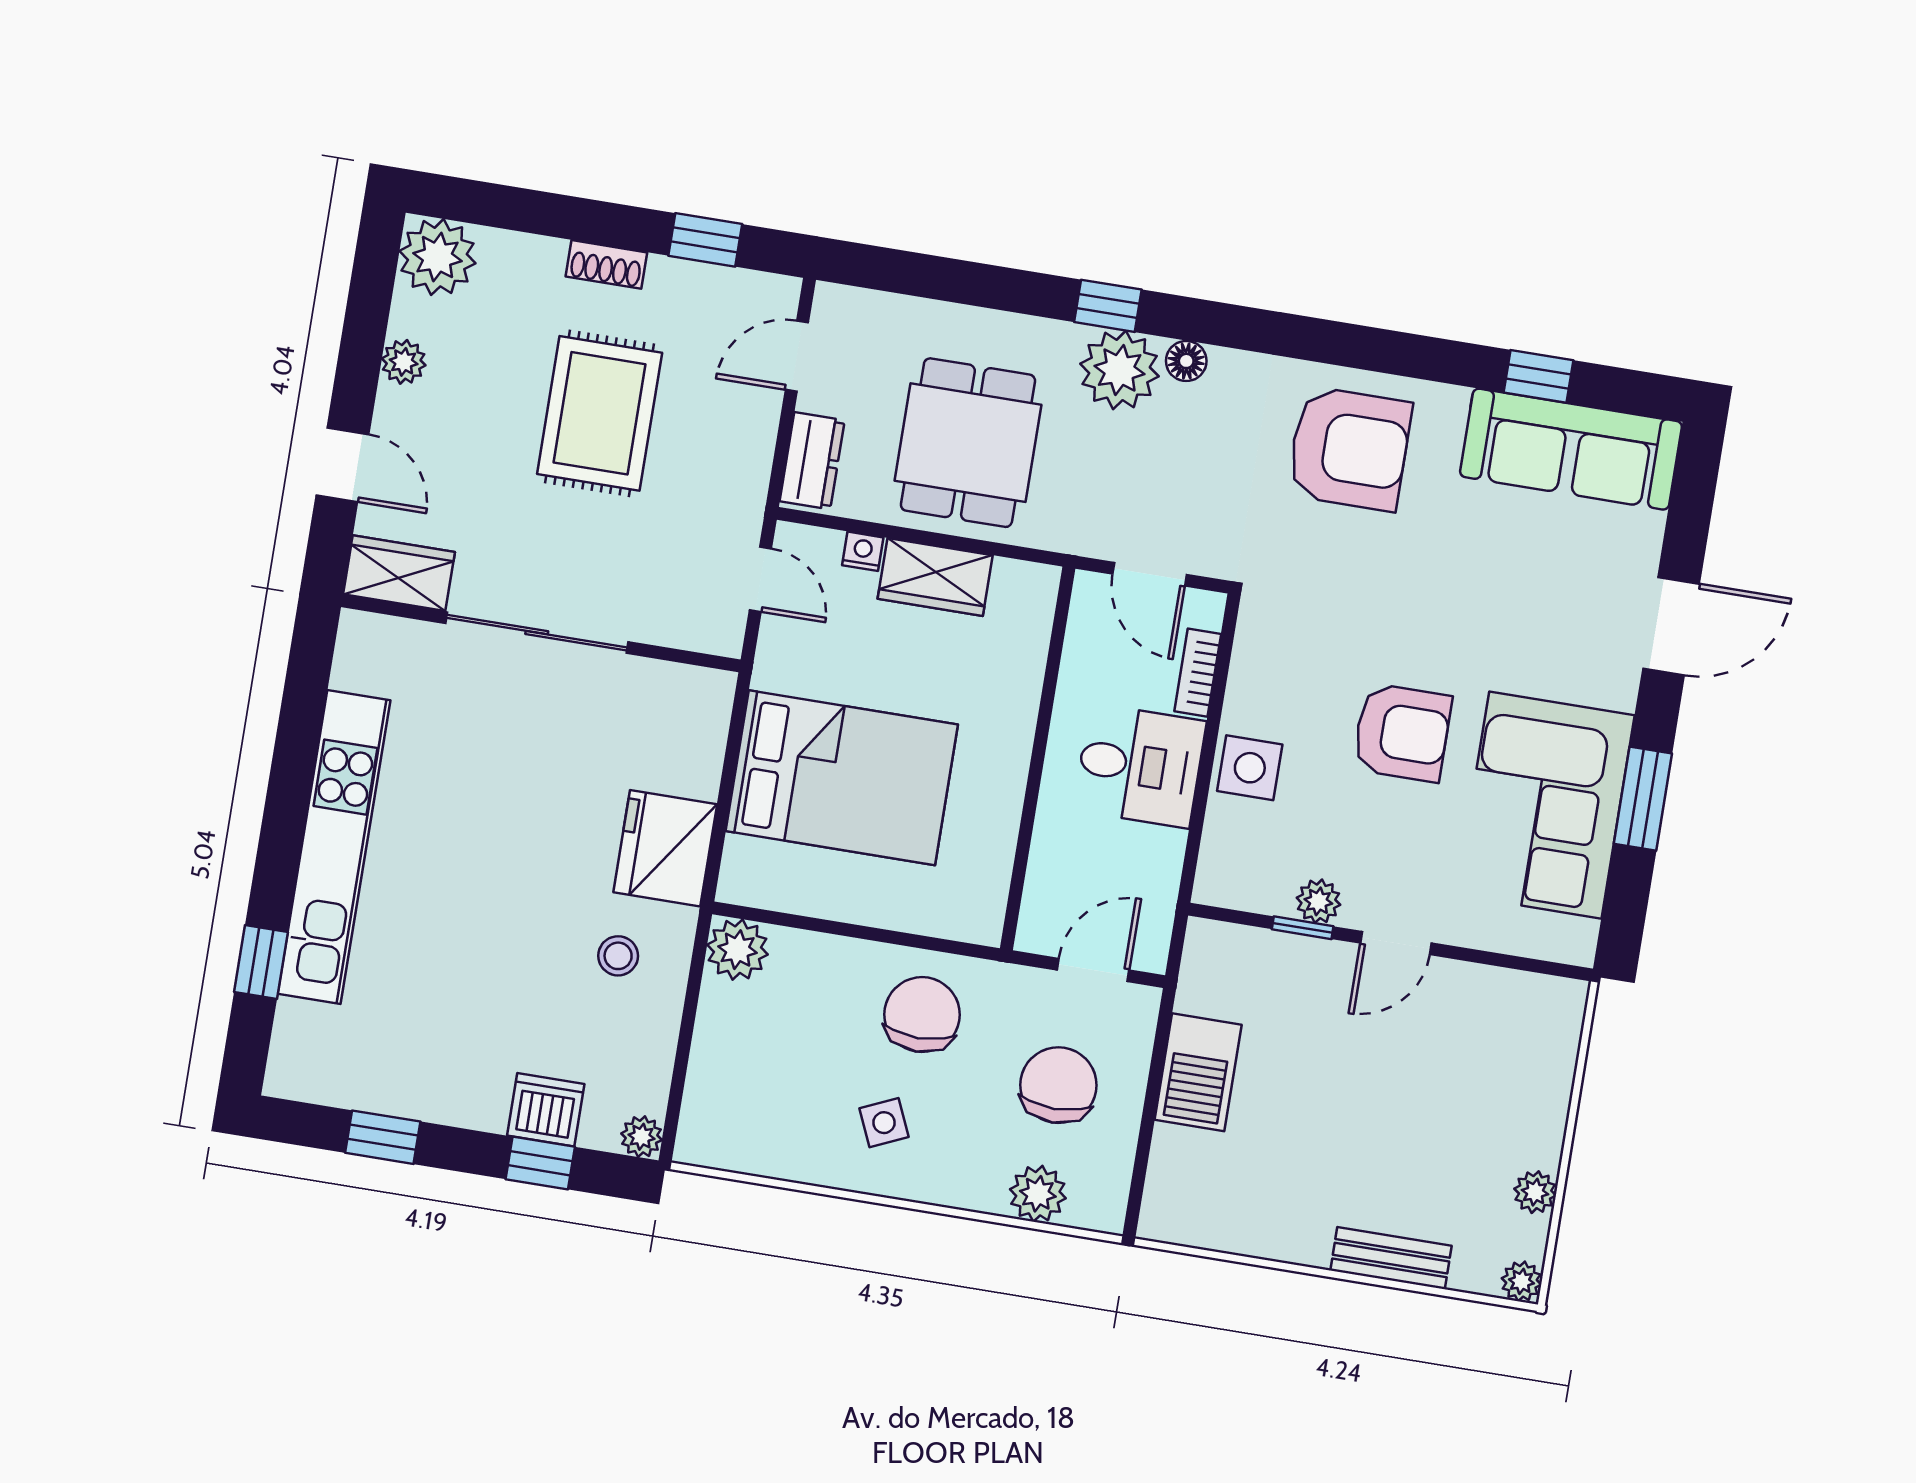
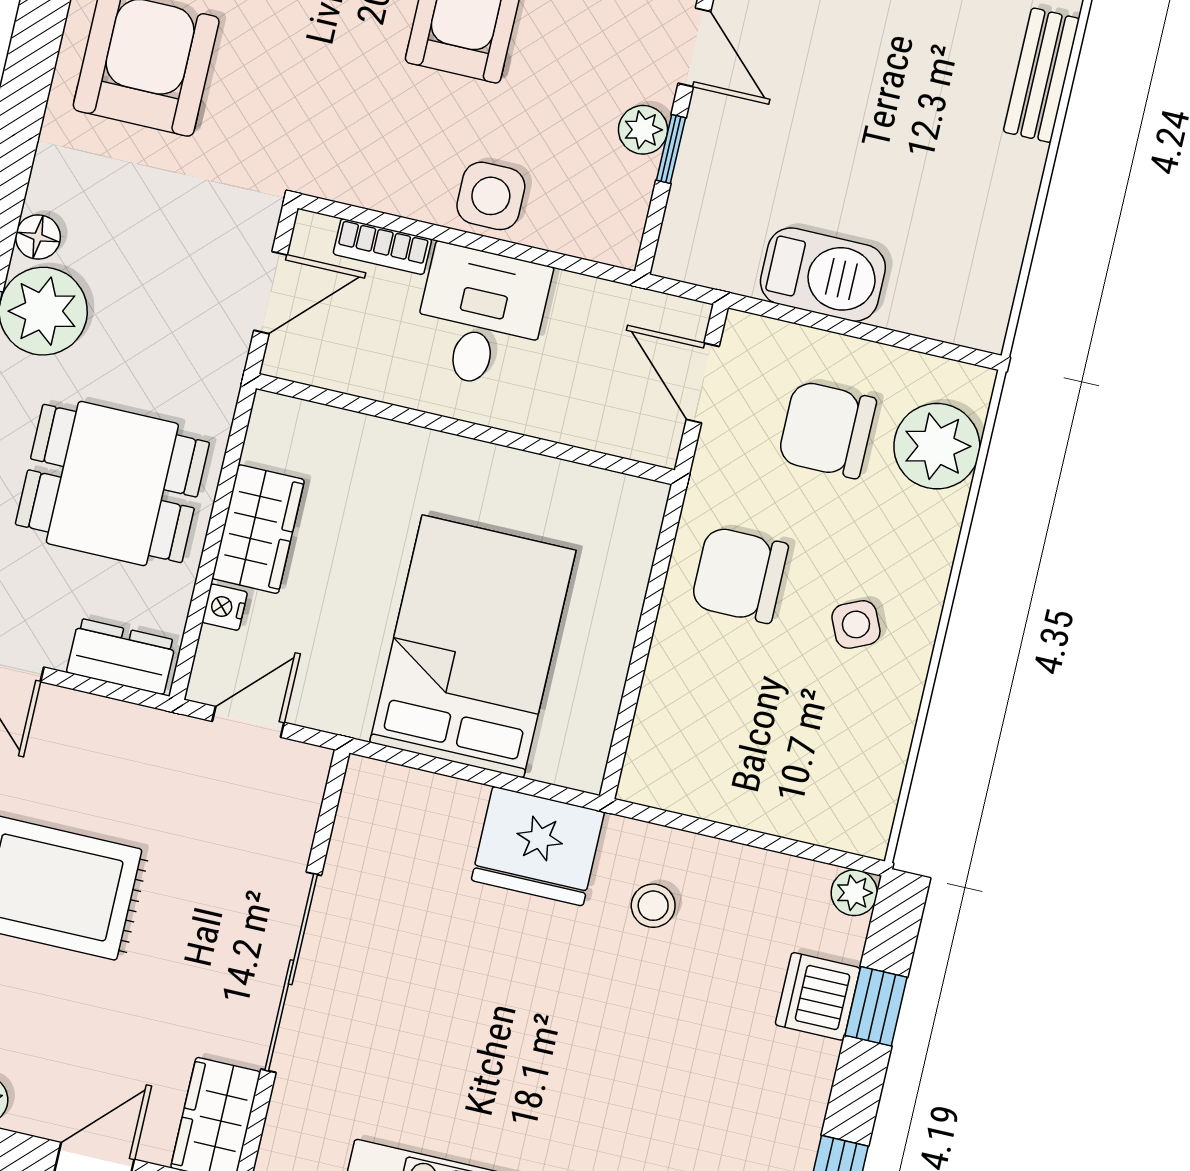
plant: (738, 950) -> (655, 774), removed
plant: (1038, 1194) -> (937, 446), width x1.36, depth x1.36

